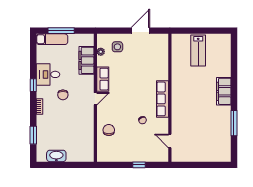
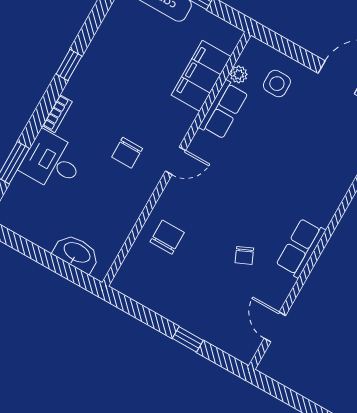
desk: (48, 74) -> (52, 162), moved
row of seats: (103, 79) -> (224, 110), moved
chair: (63, 95) -> (127, 153), moved
row of seats: (162, 99) -> (301, 248), width x0.68
washbasin: (56, 156) -> (77, 253), moved

